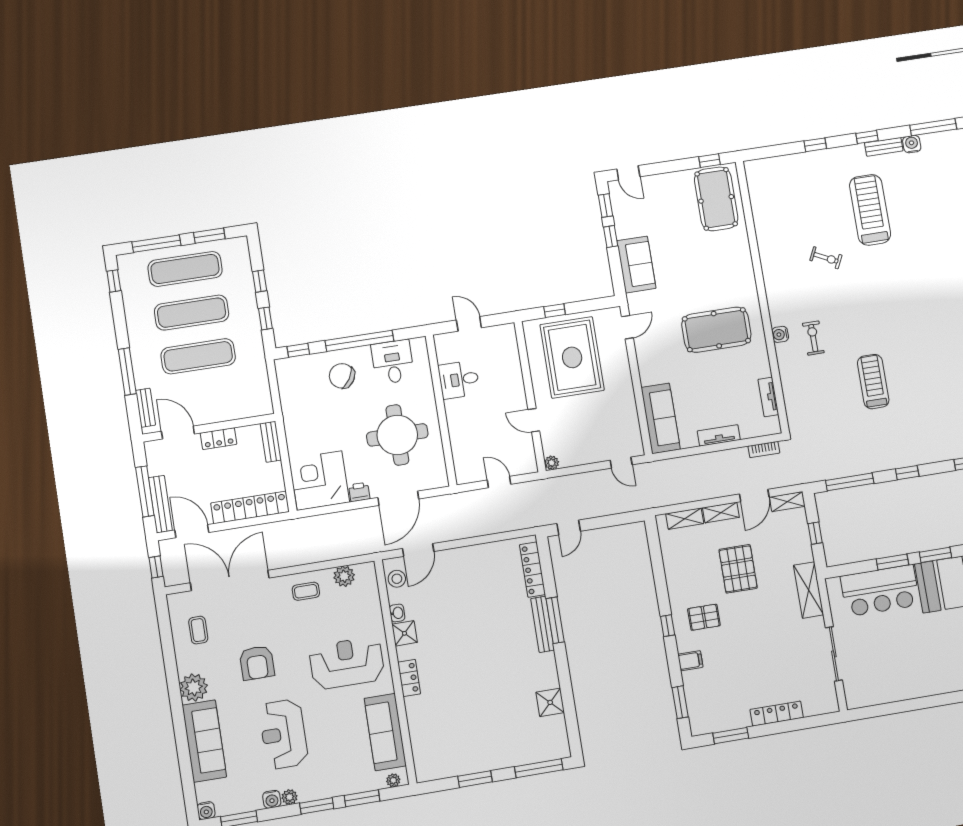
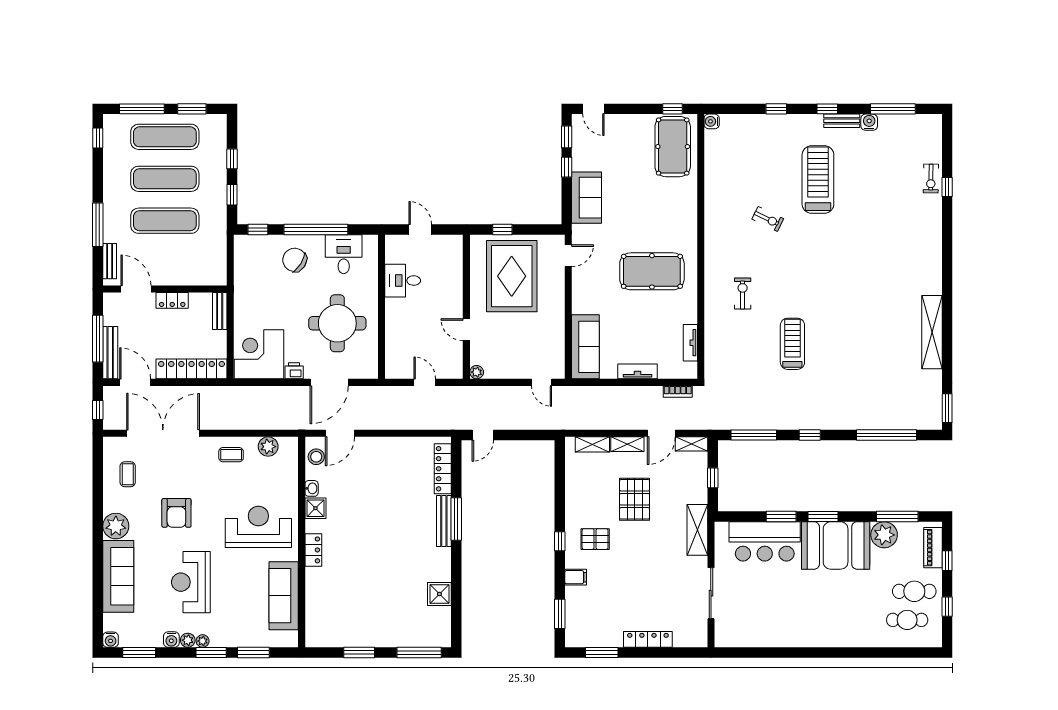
water cooler: (780, 334) -> (712, 121), moved
plant: (393, 780) -> (203, 641), moved

